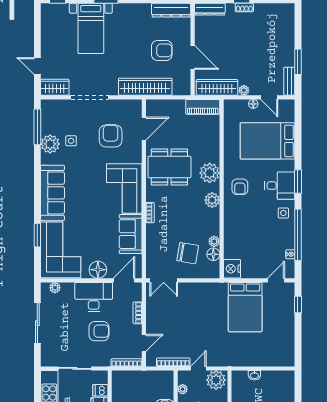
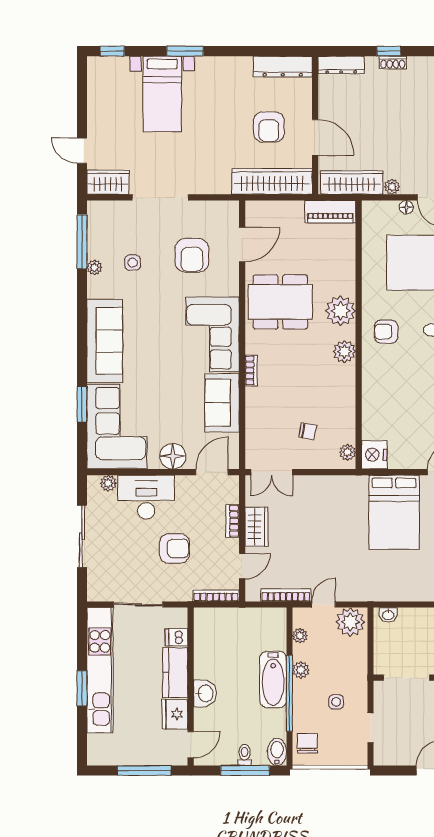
armchair: (162, 50) -> (269, 127), turned 90
wardrobe: (145, 87) -> (272, 181), moved
armchair: (111, 136) -> (192, 255), turned 180
plant: (50, 144) -> (94, 267), width x0.53, depth x0.53
armchair: (240, 187) -> (386, 332), turned 90
plant: (214, 241) -> (347, 452), moved
chair: (188, 253) -> (308, 431), width x0.54, depth x0.54
floor lamp: (213, 254) -> (346, 433), removed
desk: (94, 297) -> (146, 497), moved
wardrobe: (154, 317) -> (256, 527), added
washbasin: (254, 375) -> (388, 615), moved

